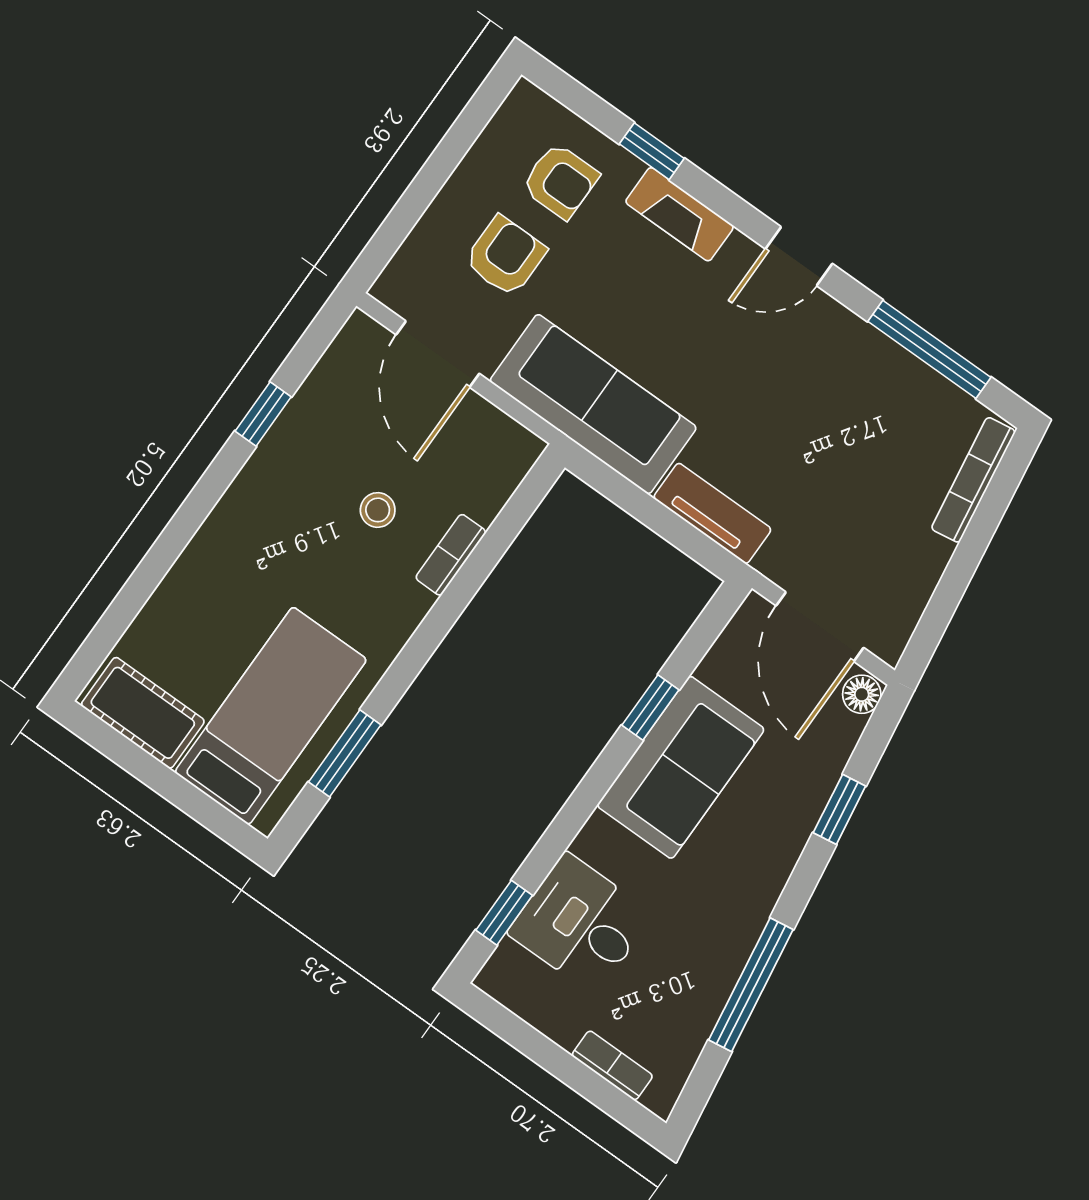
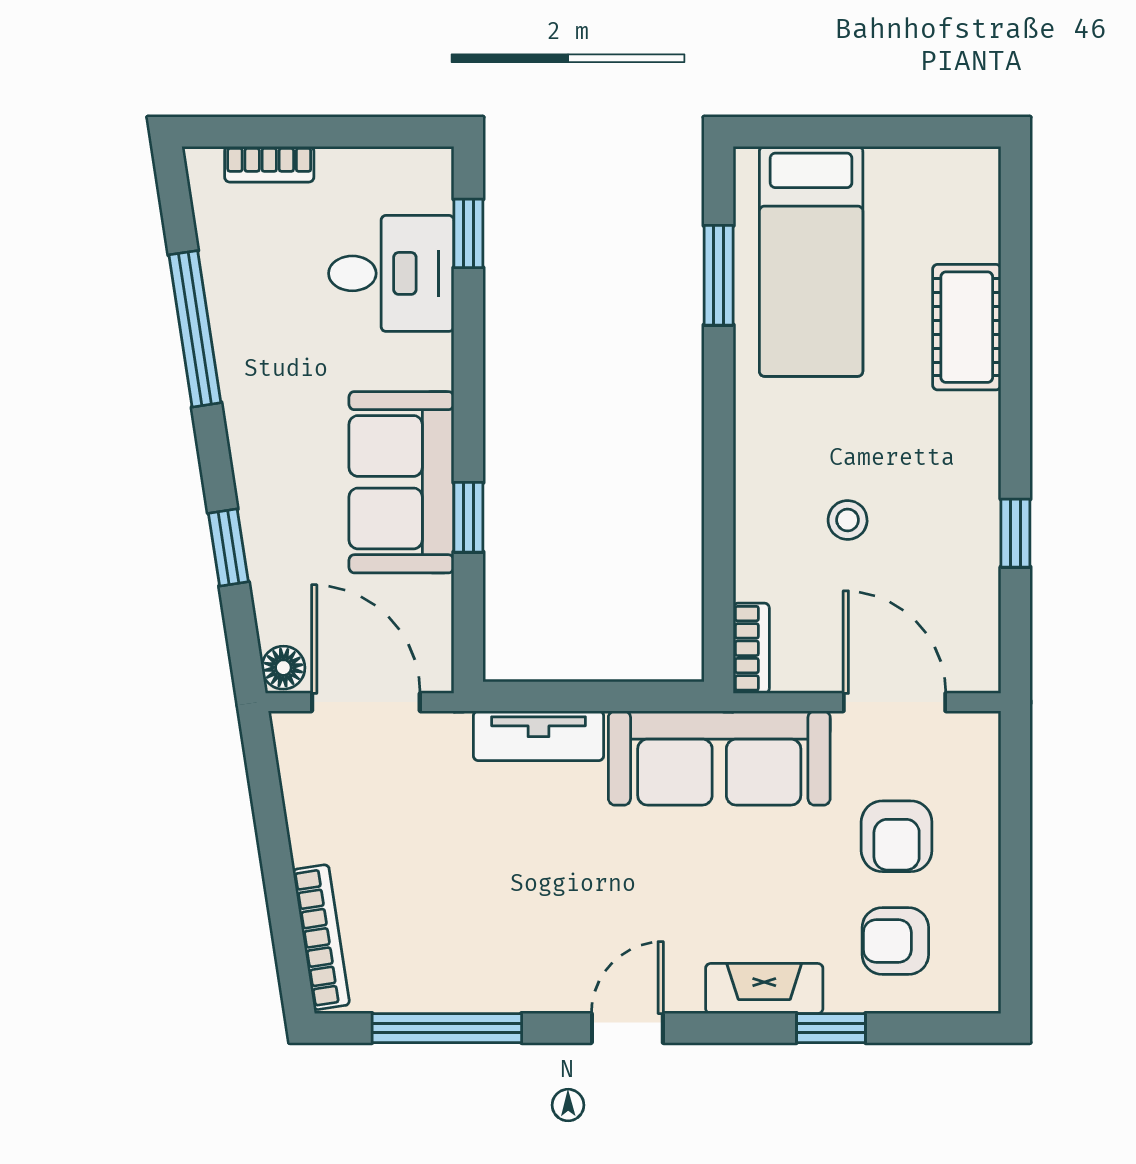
bookcase: (451, 555) -> (751, 648), moved
cot: (143, 713) -> (967, 327), moved, turned 90

